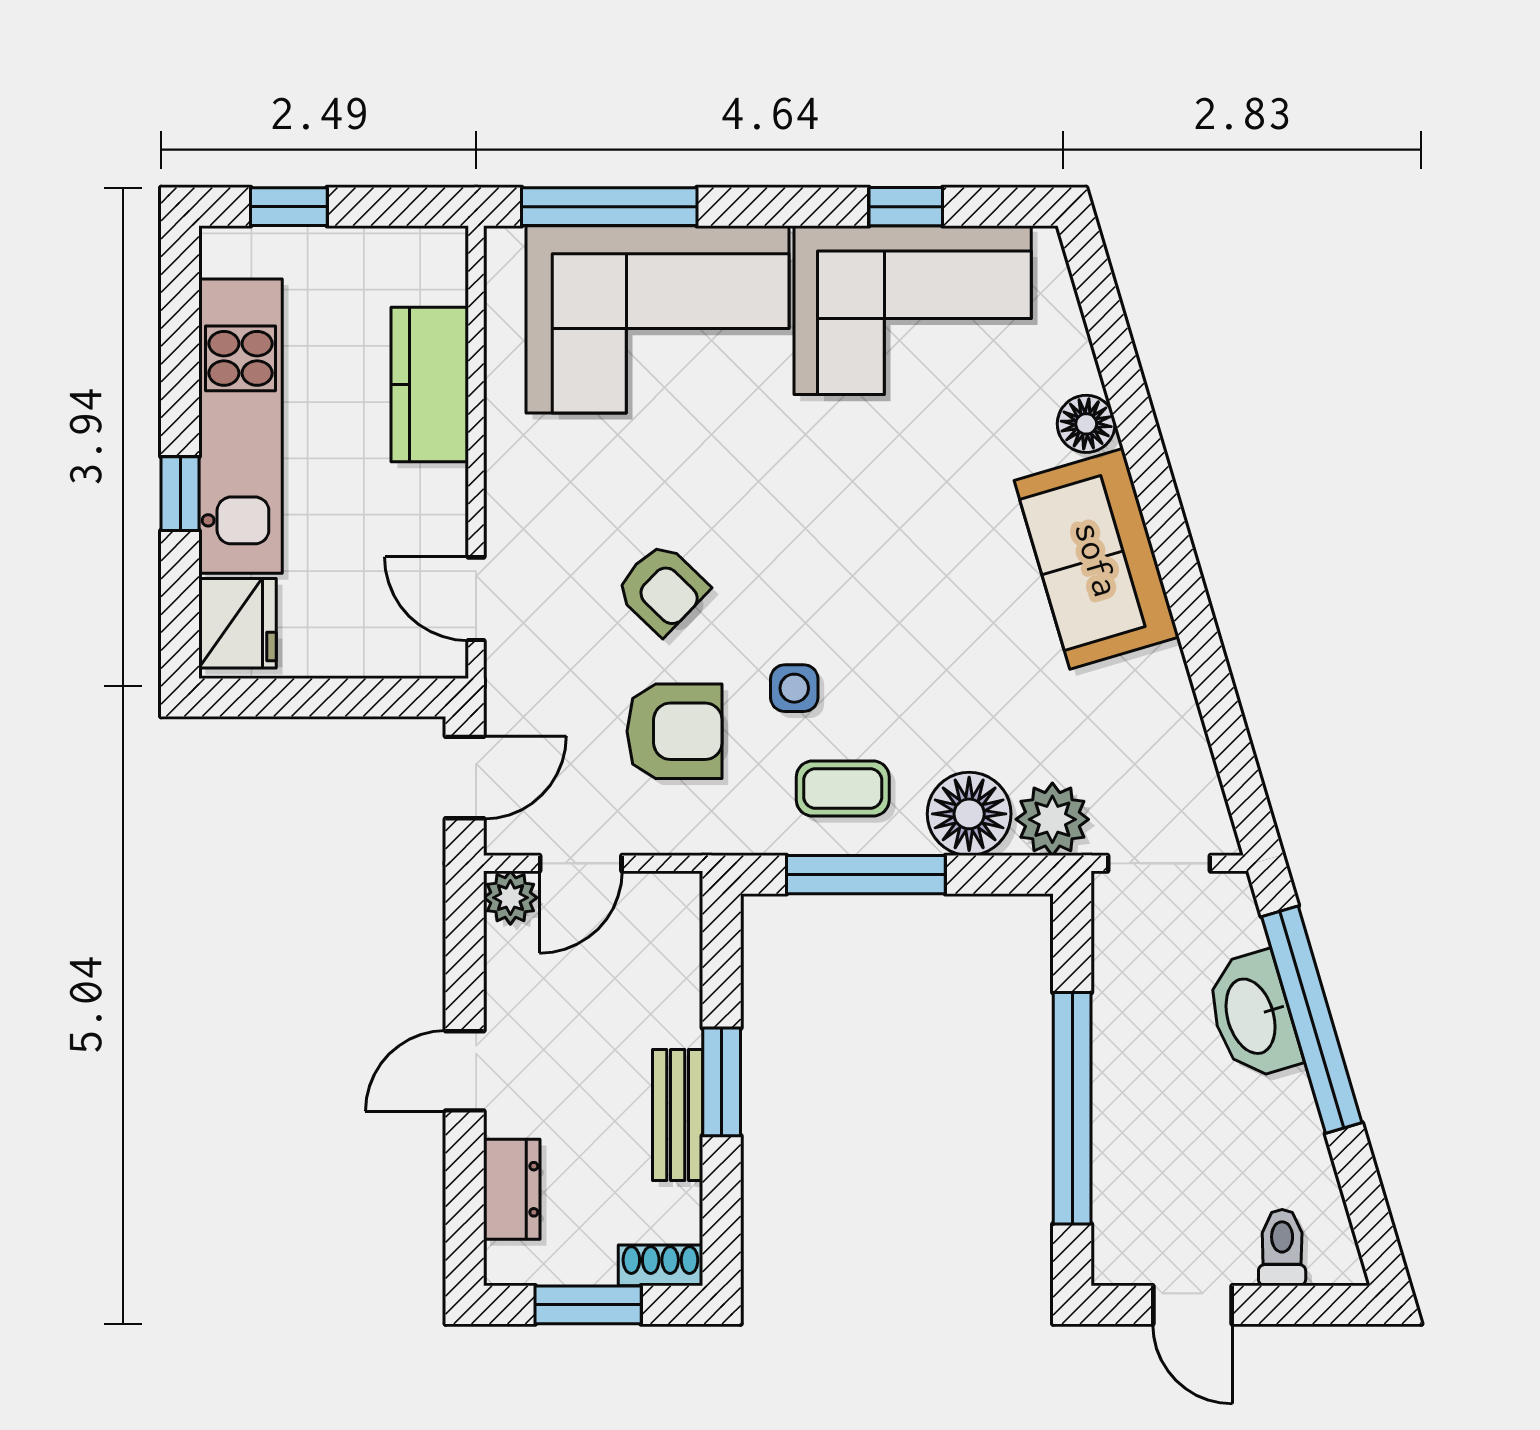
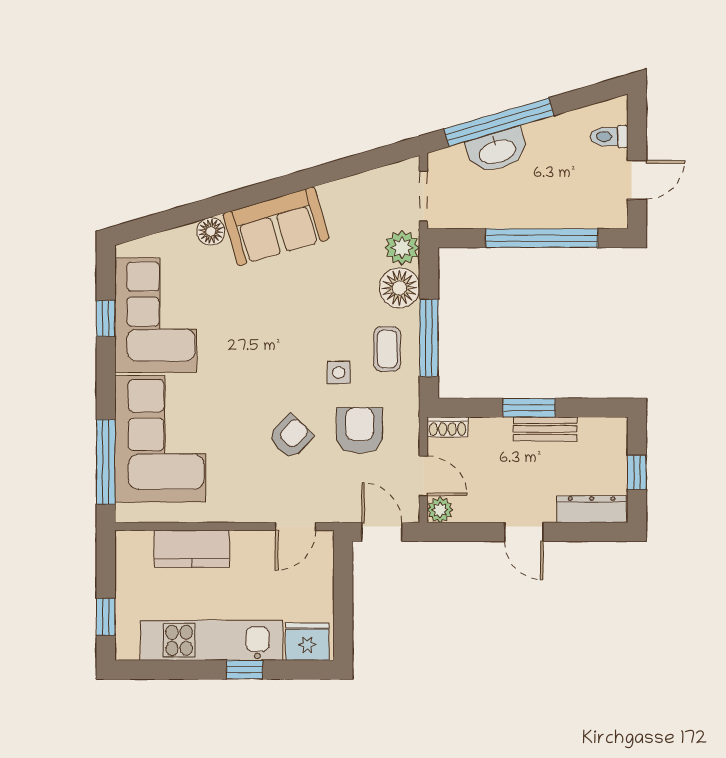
dresser: (512, 1189) -> (592, 509), width x1.44
shoe rack: (660, 1265) -> (447, 427), moved, turned -90
window: (588, 1305) -> (637, 472), width x0.67

